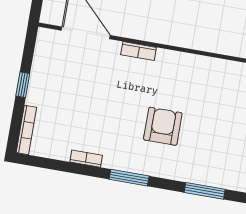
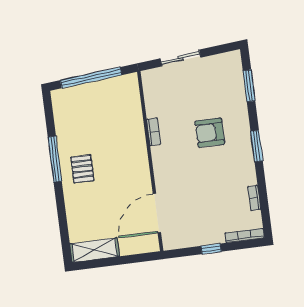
bookcase: (139, 51) -> (154, 132), moved
bookcase: (86, 159) -> (254, 198), moved

